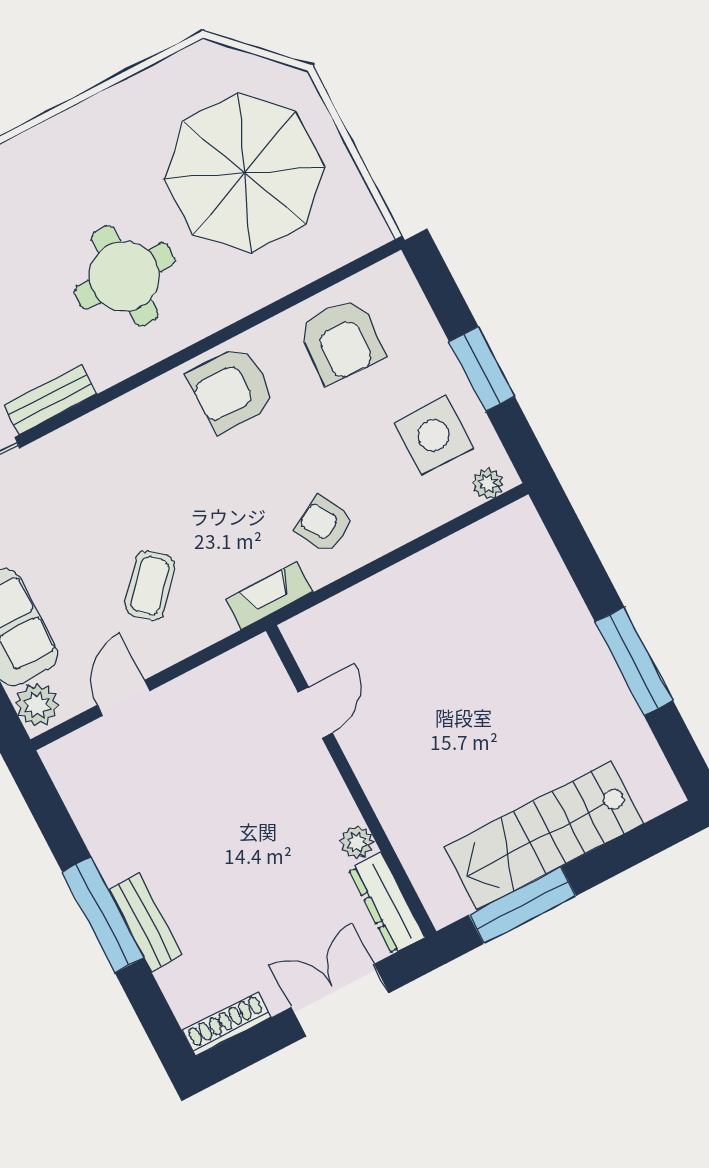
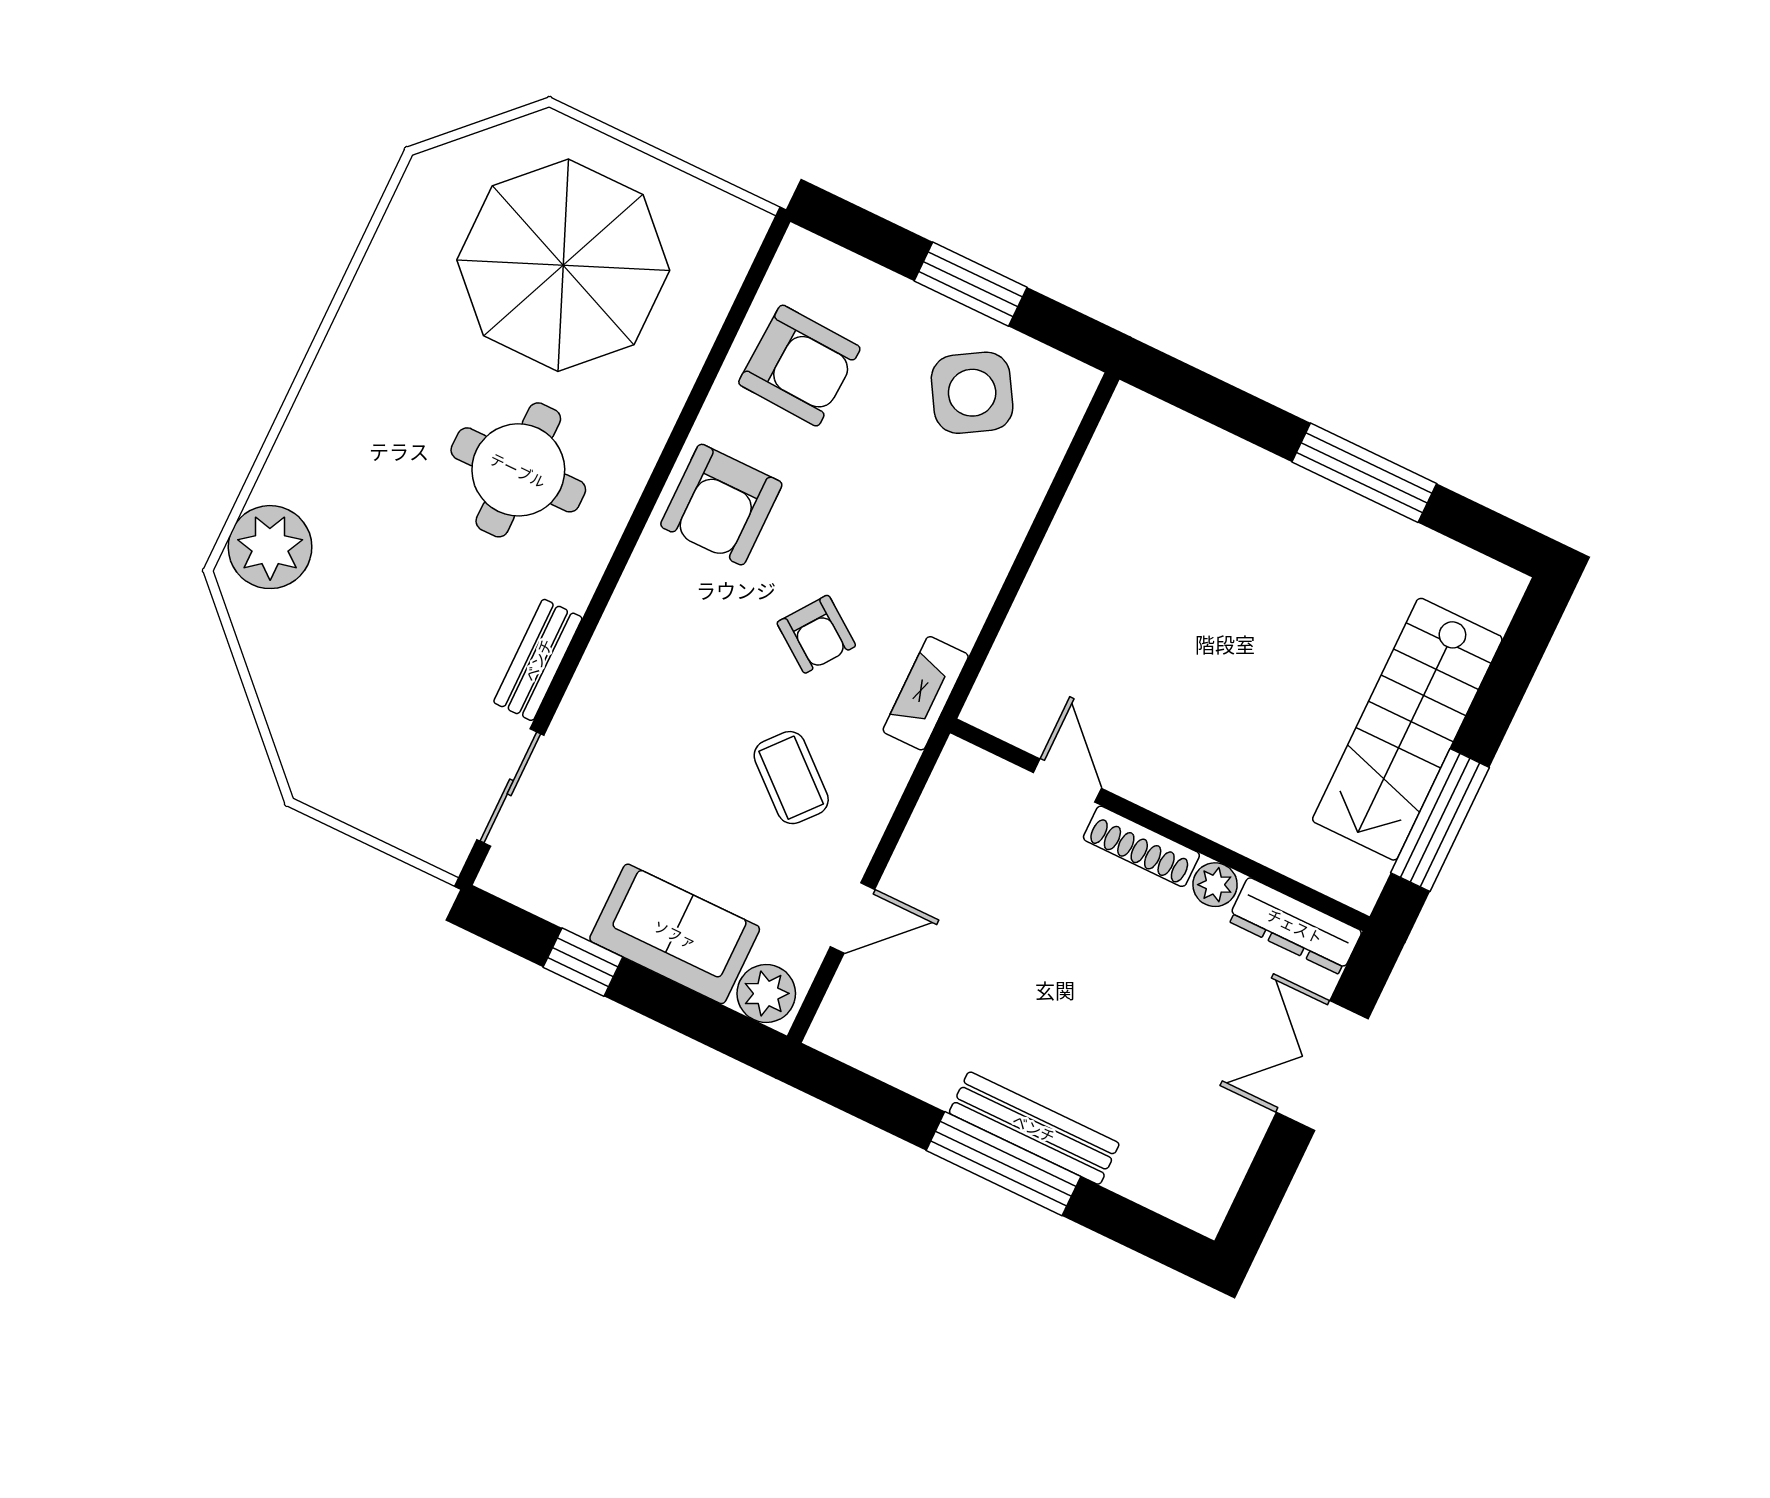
side table: (434, 435) -> (972, 393), turned -31
plant: (488, 484) -> (1068, 401), removed
armchair: (324, 525) -> (816, 634), moved, turned -114
door: (123, 698) -> (853, 918), swing flipped
bench: (146, 922) -> (1034, 1128), width x1.36
shoe rack: (227, 1024) -> (1141, 846), moved, turned -90

